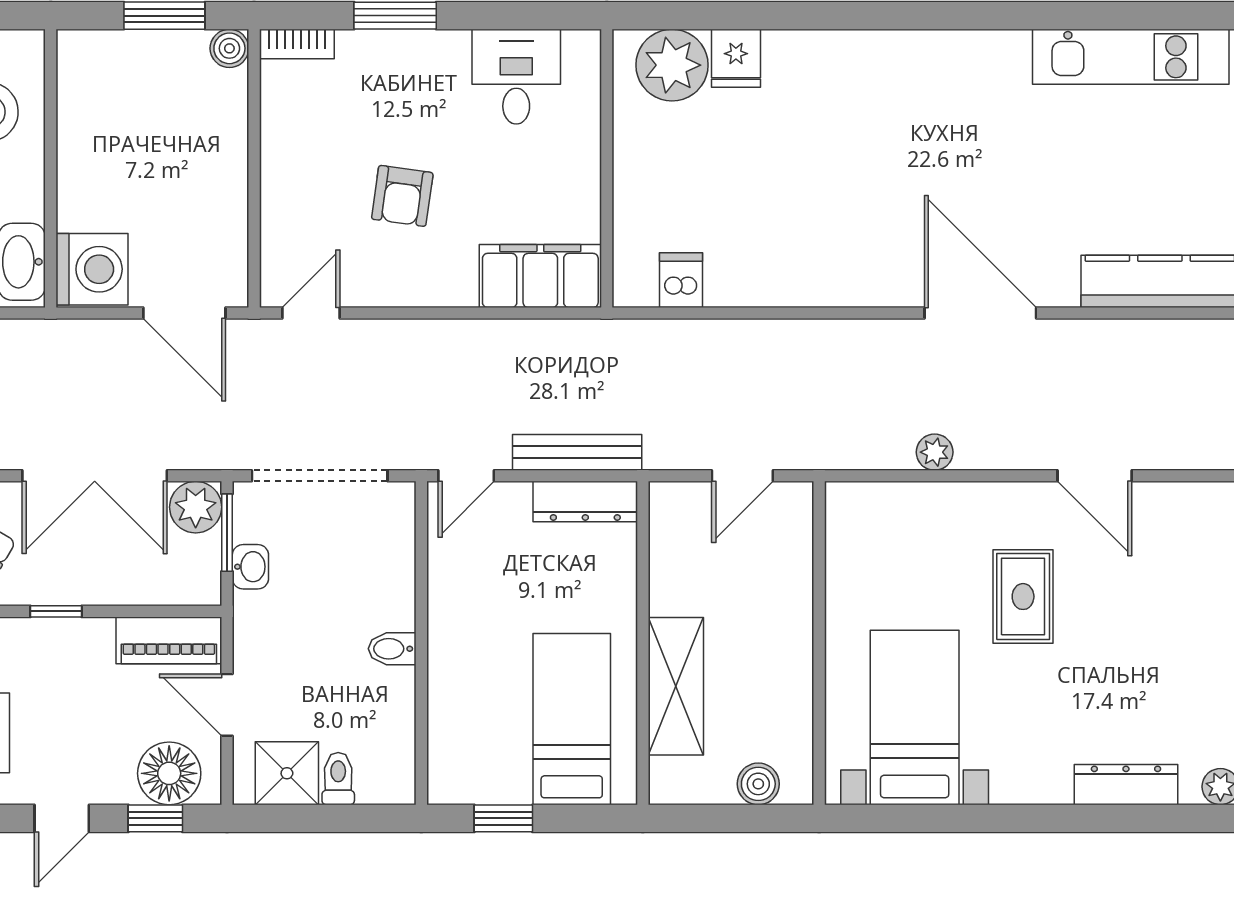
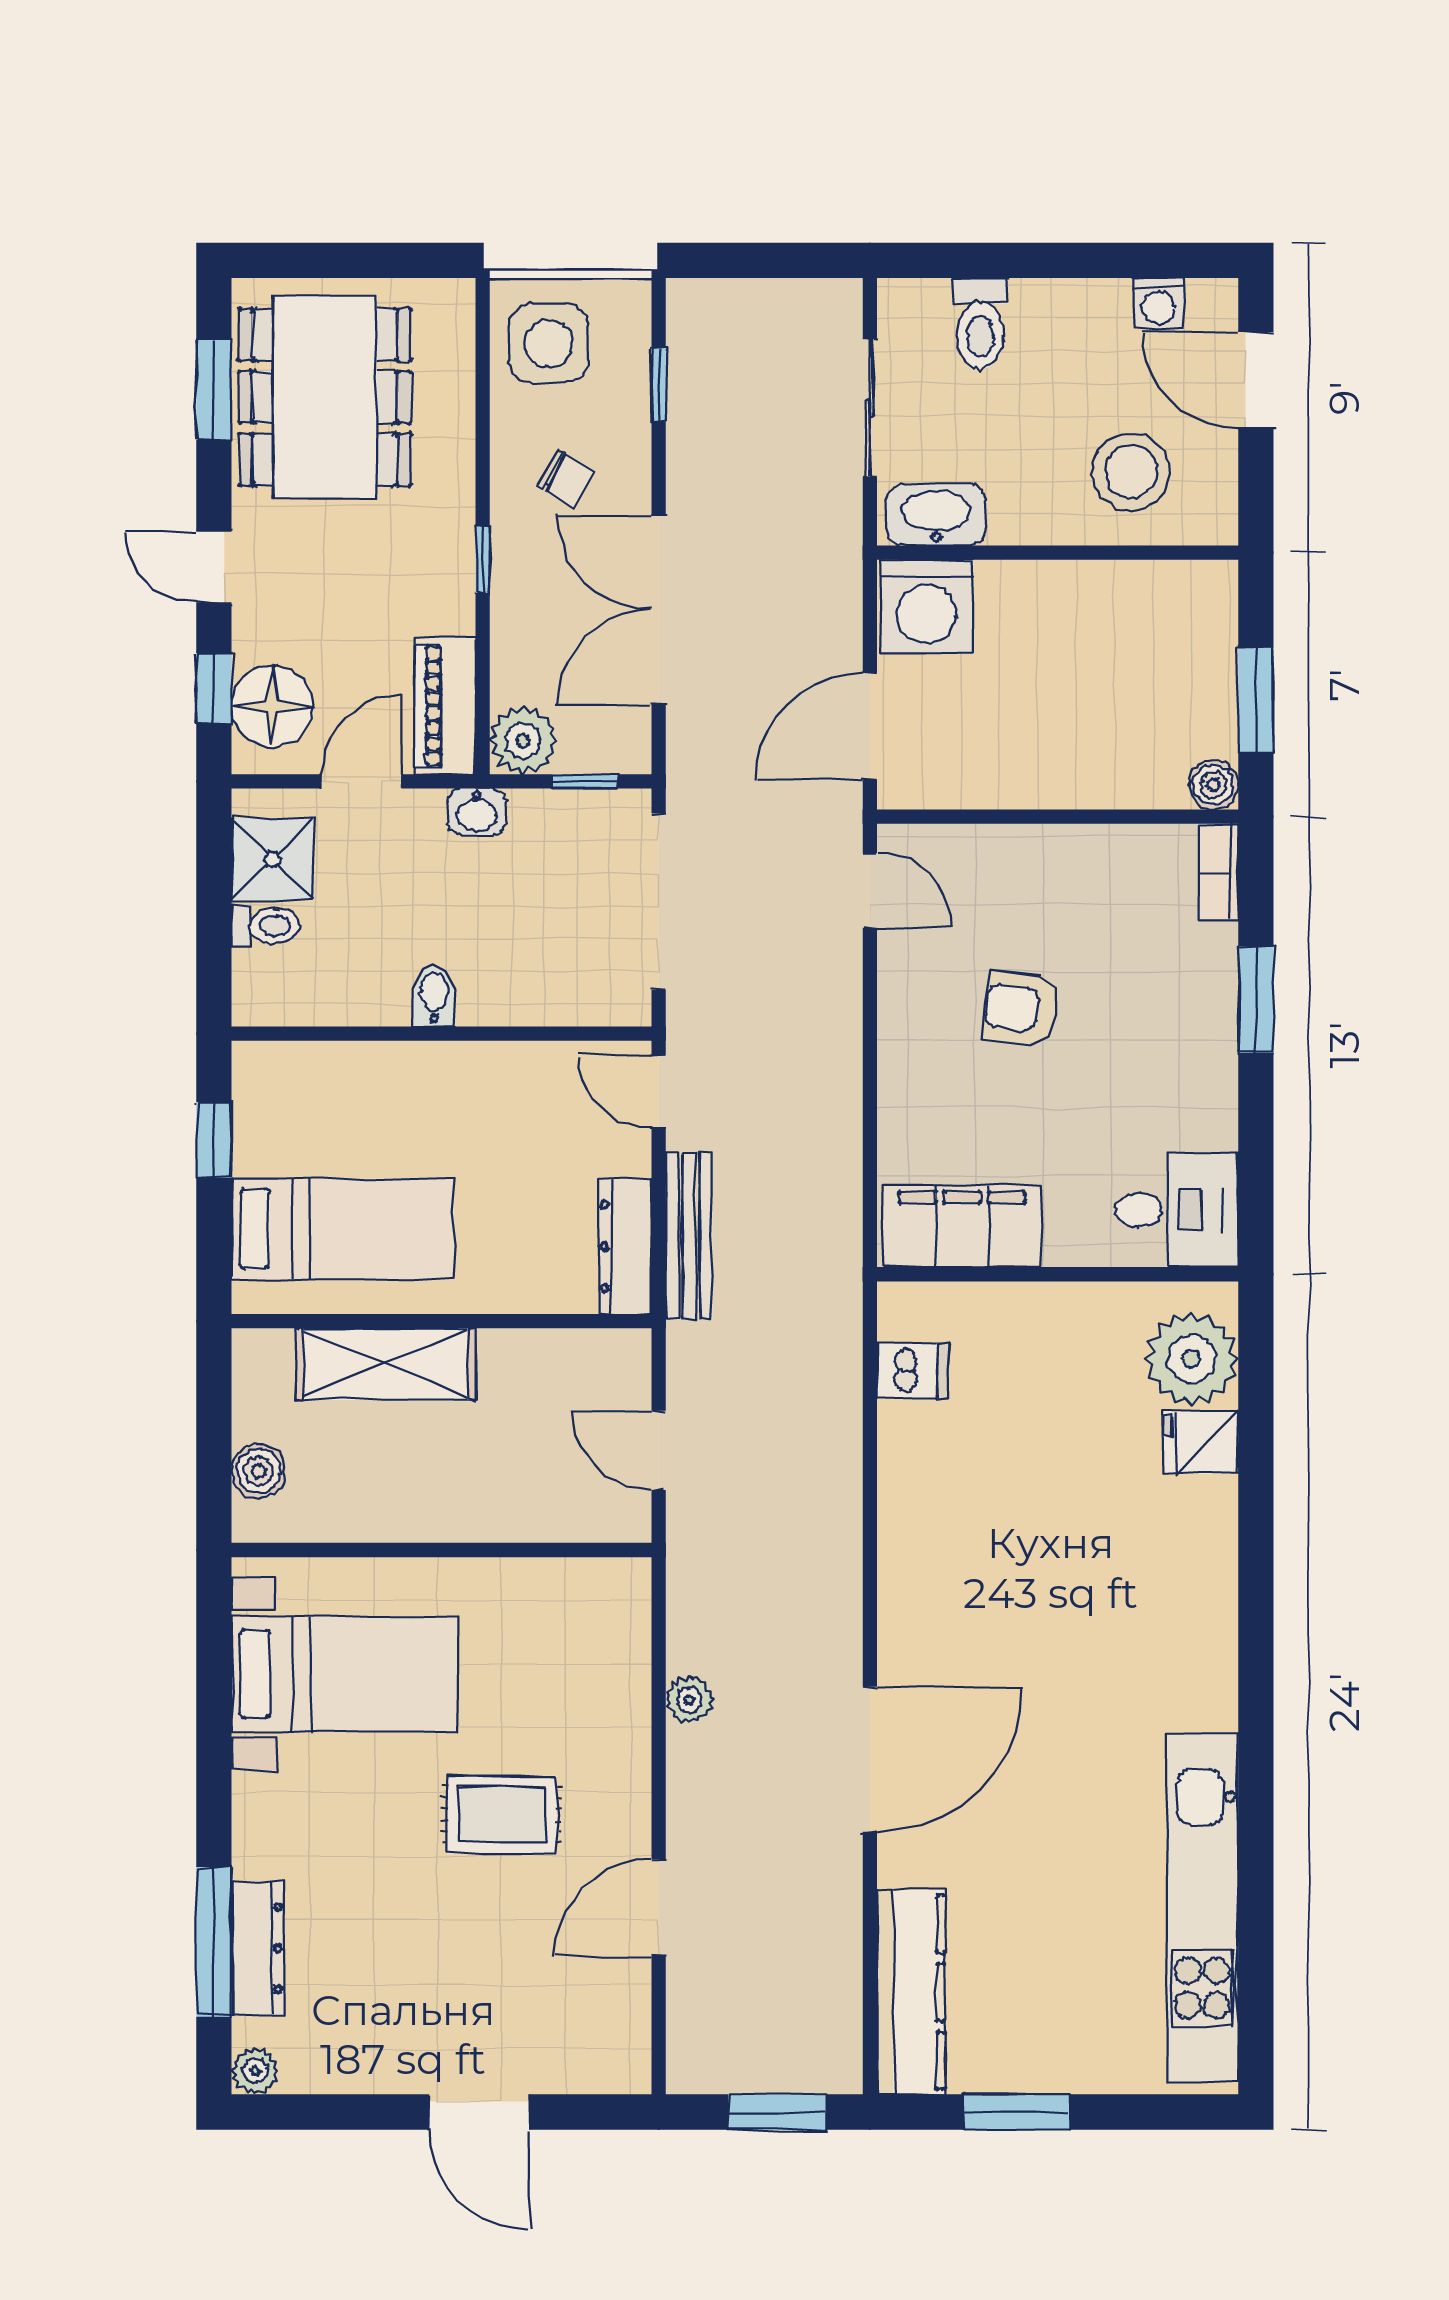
kitchen unit: (1131, 57) -> (1202, 1908), width x1.36
desk: (516, 77) -> (1177, 1210), moved
filing cabinet: (540, 276) -> (962, 1226), moved, turned -90
plant: (196, 507) -> (523, 741), moved
window: (227, 533) -> (585, 781), width x0.67
washbasin: (250, 567) -> (477, 812), moved
window: (1121, 818) -> (214, 1942), added

